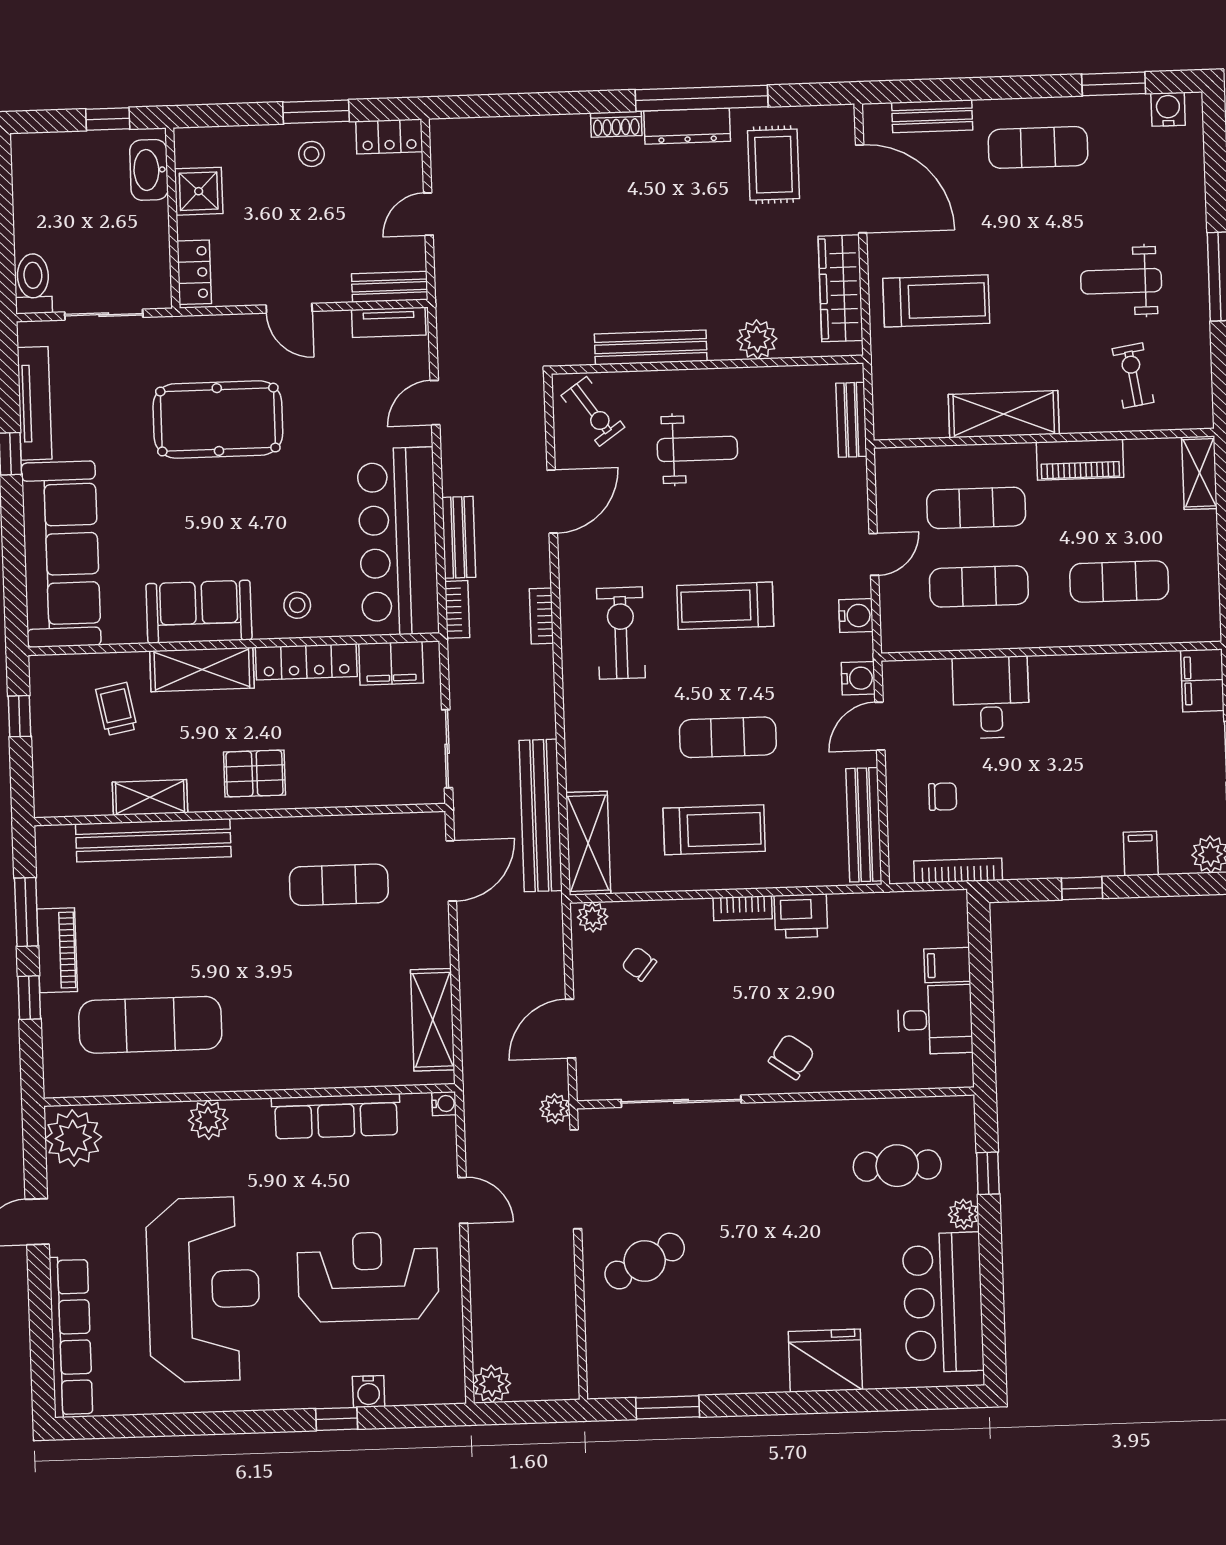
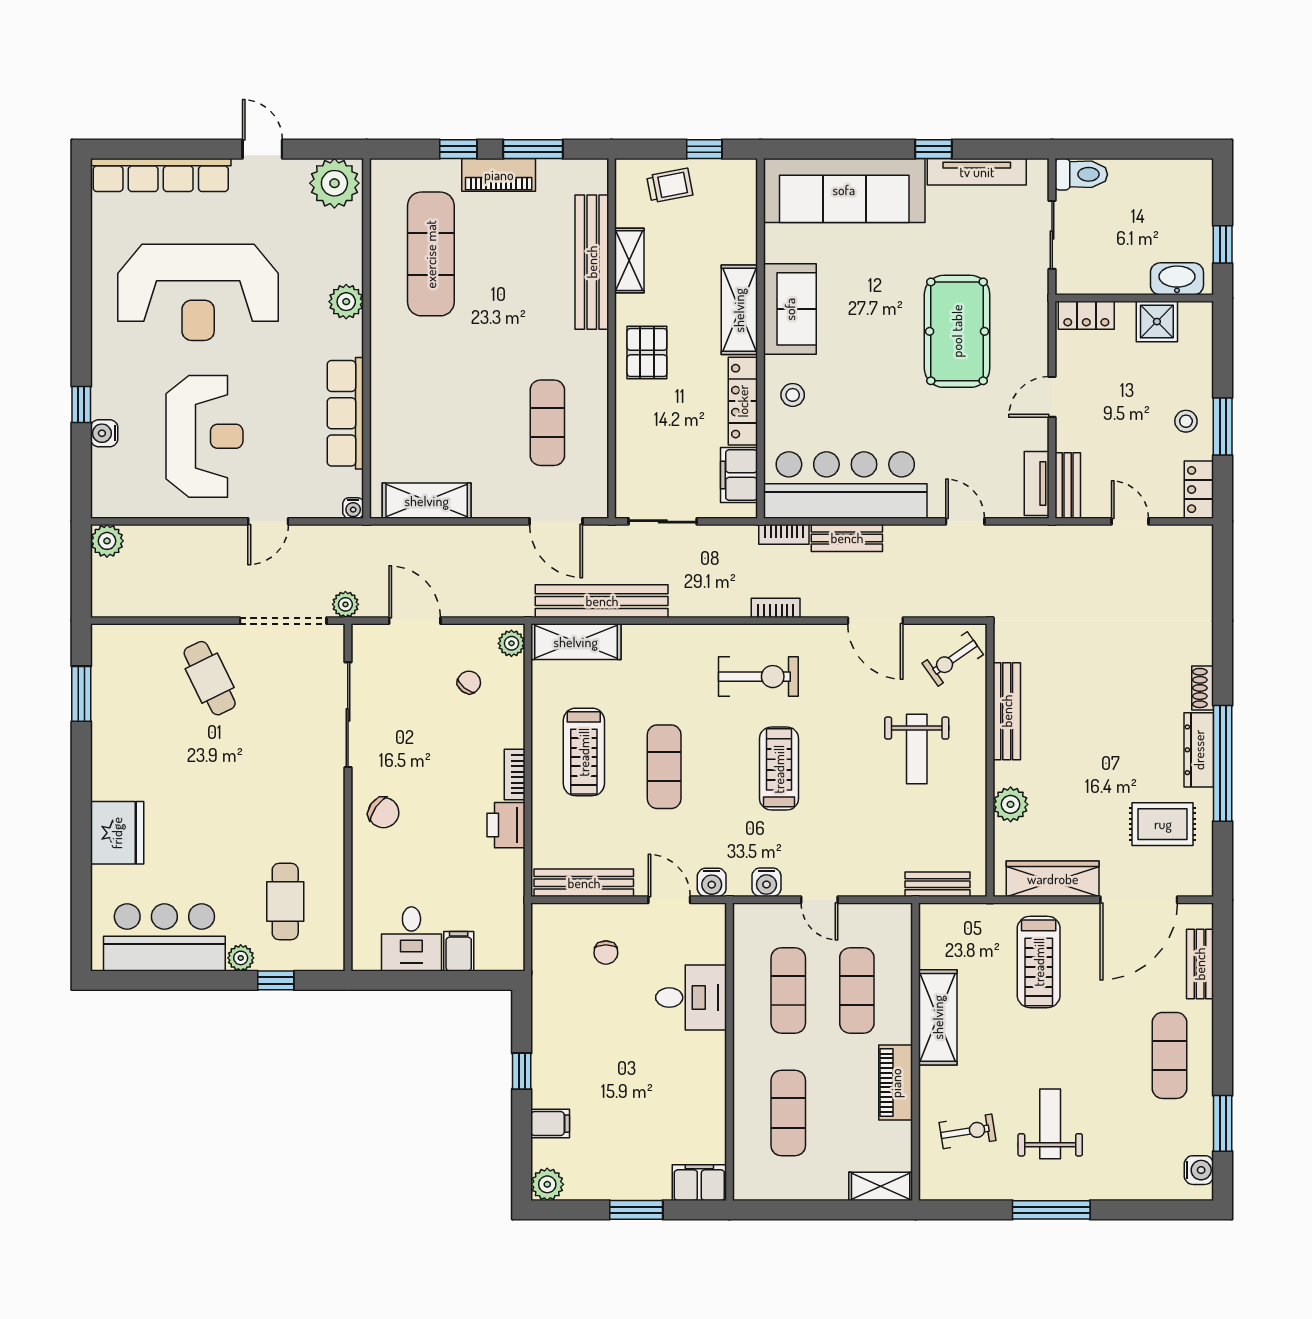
trolley: (116, 709) -> (670, 185), moved
bookcase: (958, 871) -> (541, 964), removed

